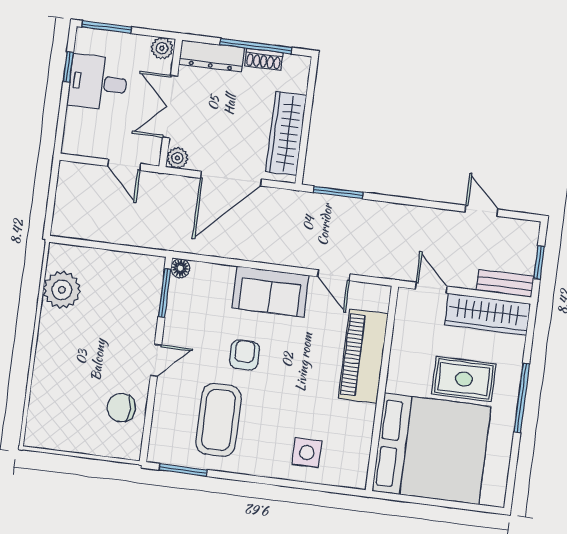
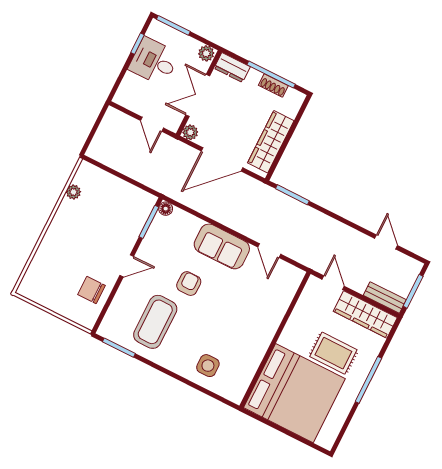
dresser: (212, 56) -> (232, 68), width x0.70
window: (539, 262) -> (413, 291), width x1.50
plant: (62, 290) -> (73, 192), width x0.53, depth x0.53
piano: (363, 356) -> (270, 313), removed

